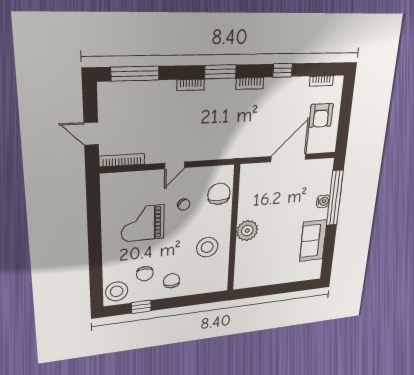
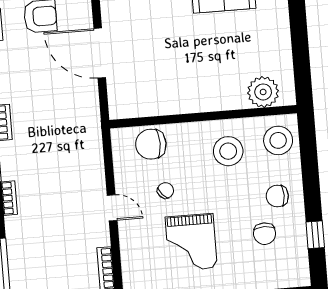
plant: (247, 231) -> (263, 92), moved
chair: (145, 274) -> (265, 234), turned 90
stool: (117, 291) -> (278, 140), moved

